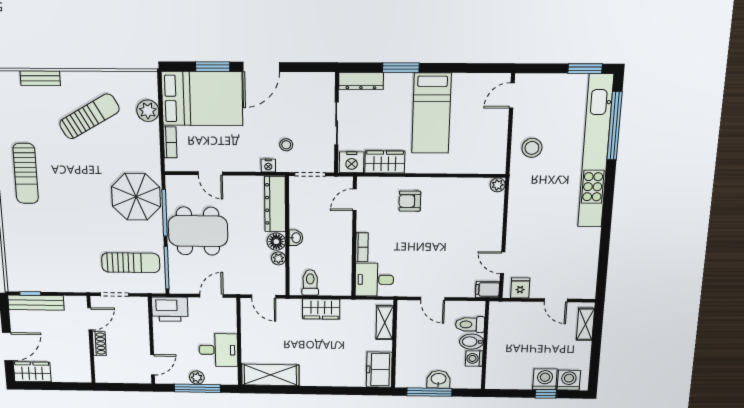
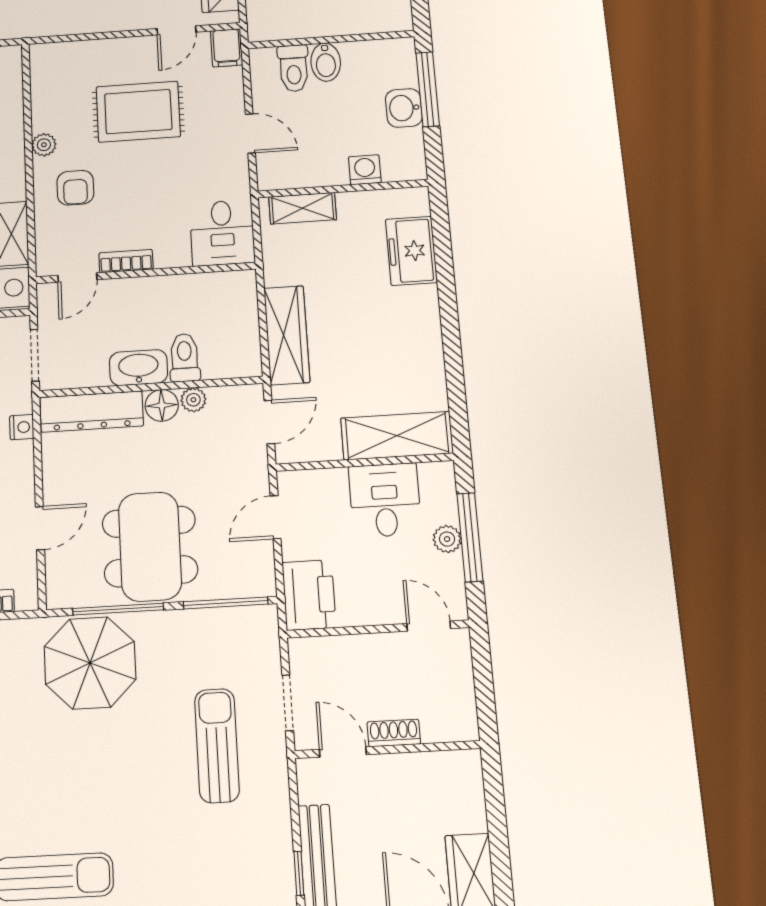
plant: (498, 185) -> (44, 145), moved
door: (355, 200) -> (77, 278), hinge flipped
washbasin: (296, 238) -> (138, 368), width x1.91, depth x1.45
rug: (453, 239) -> (138, 112), added
bookcase: (362, 247) -> (126, 261), moved
sun lounger: (131, 263) -> (217, 745), moved
toilet: (310, 283) -> (185, 358), moved, turned 90
door: (211, 296) -> (276, 517), hinge flipped
door: (433, 299) -> (250, 133), hinge flipped
wardrobe: (321, 309) -> (287, 335), width x1.50
washing machine: (474, 358) -> (365, 170), moved, turned 180
freezer: (379, 370) -> (411, 251), moved, turned 90
shelving: (270, 375) -> (397, 436), moved, turned 90
window: (429, 392) -> (428, 89), moved

